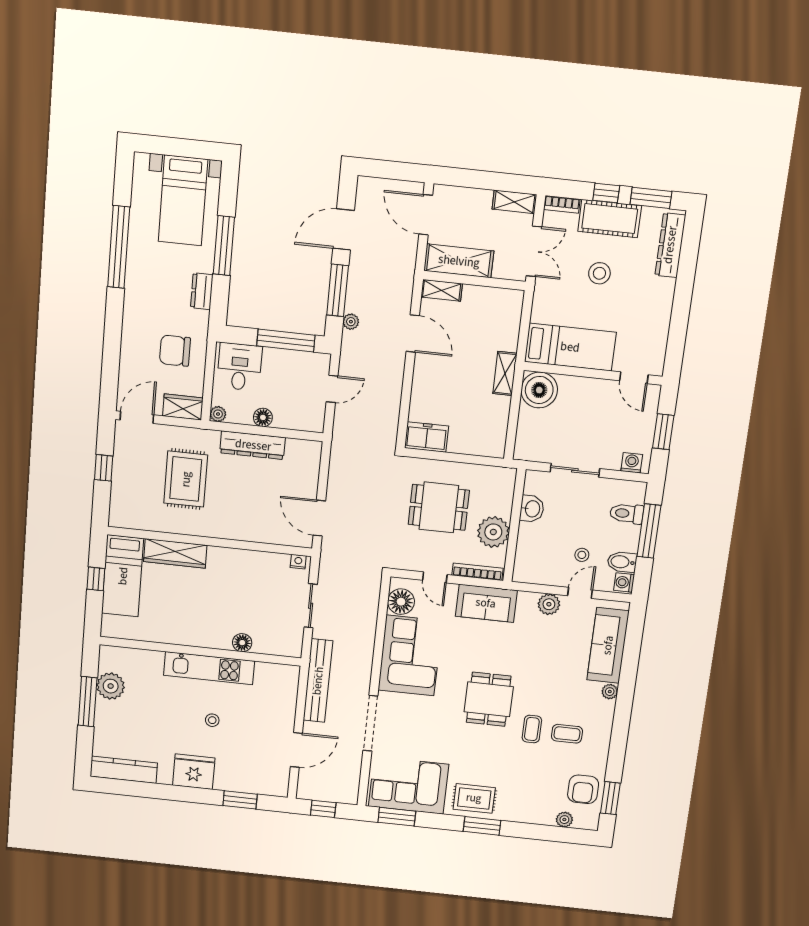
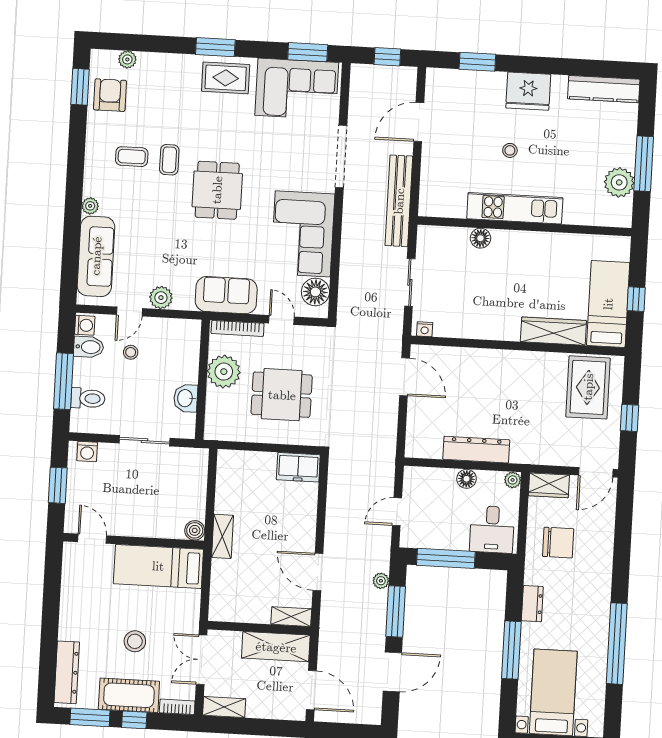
boiler: (539, 390) -> (195, 530), width x0.54, depth x0.54
rug: (186, 479) -> (588, 387), moved

